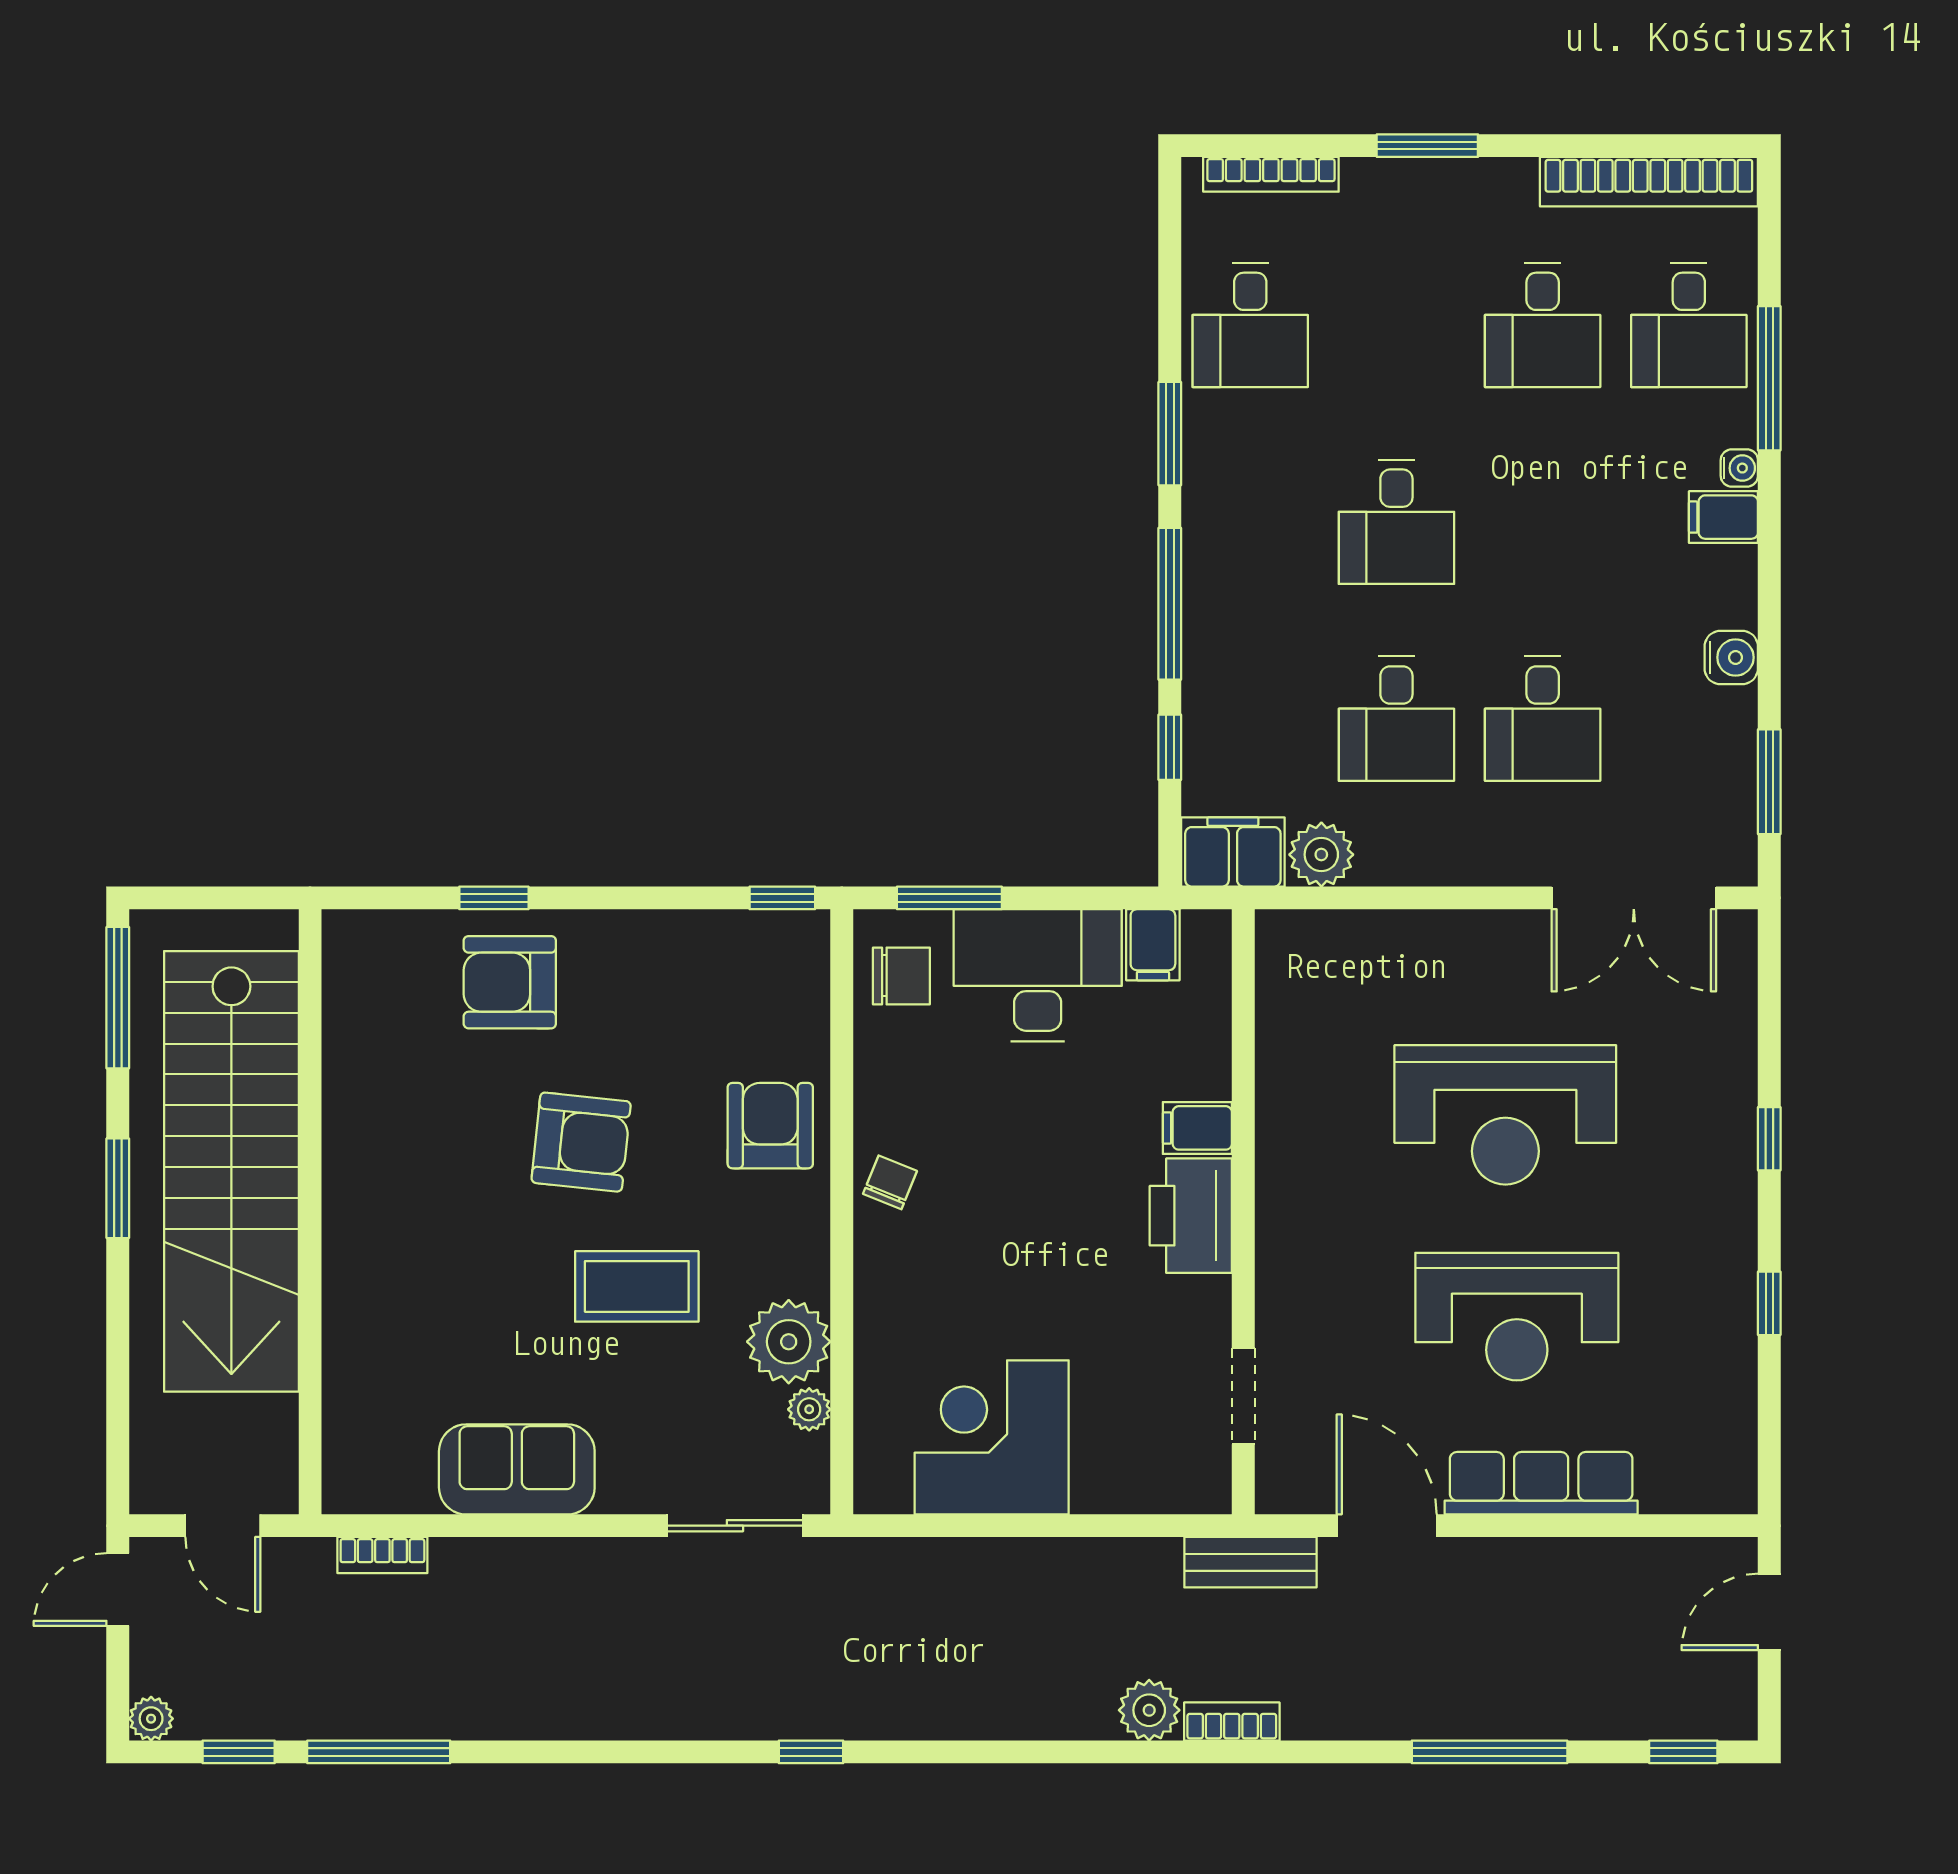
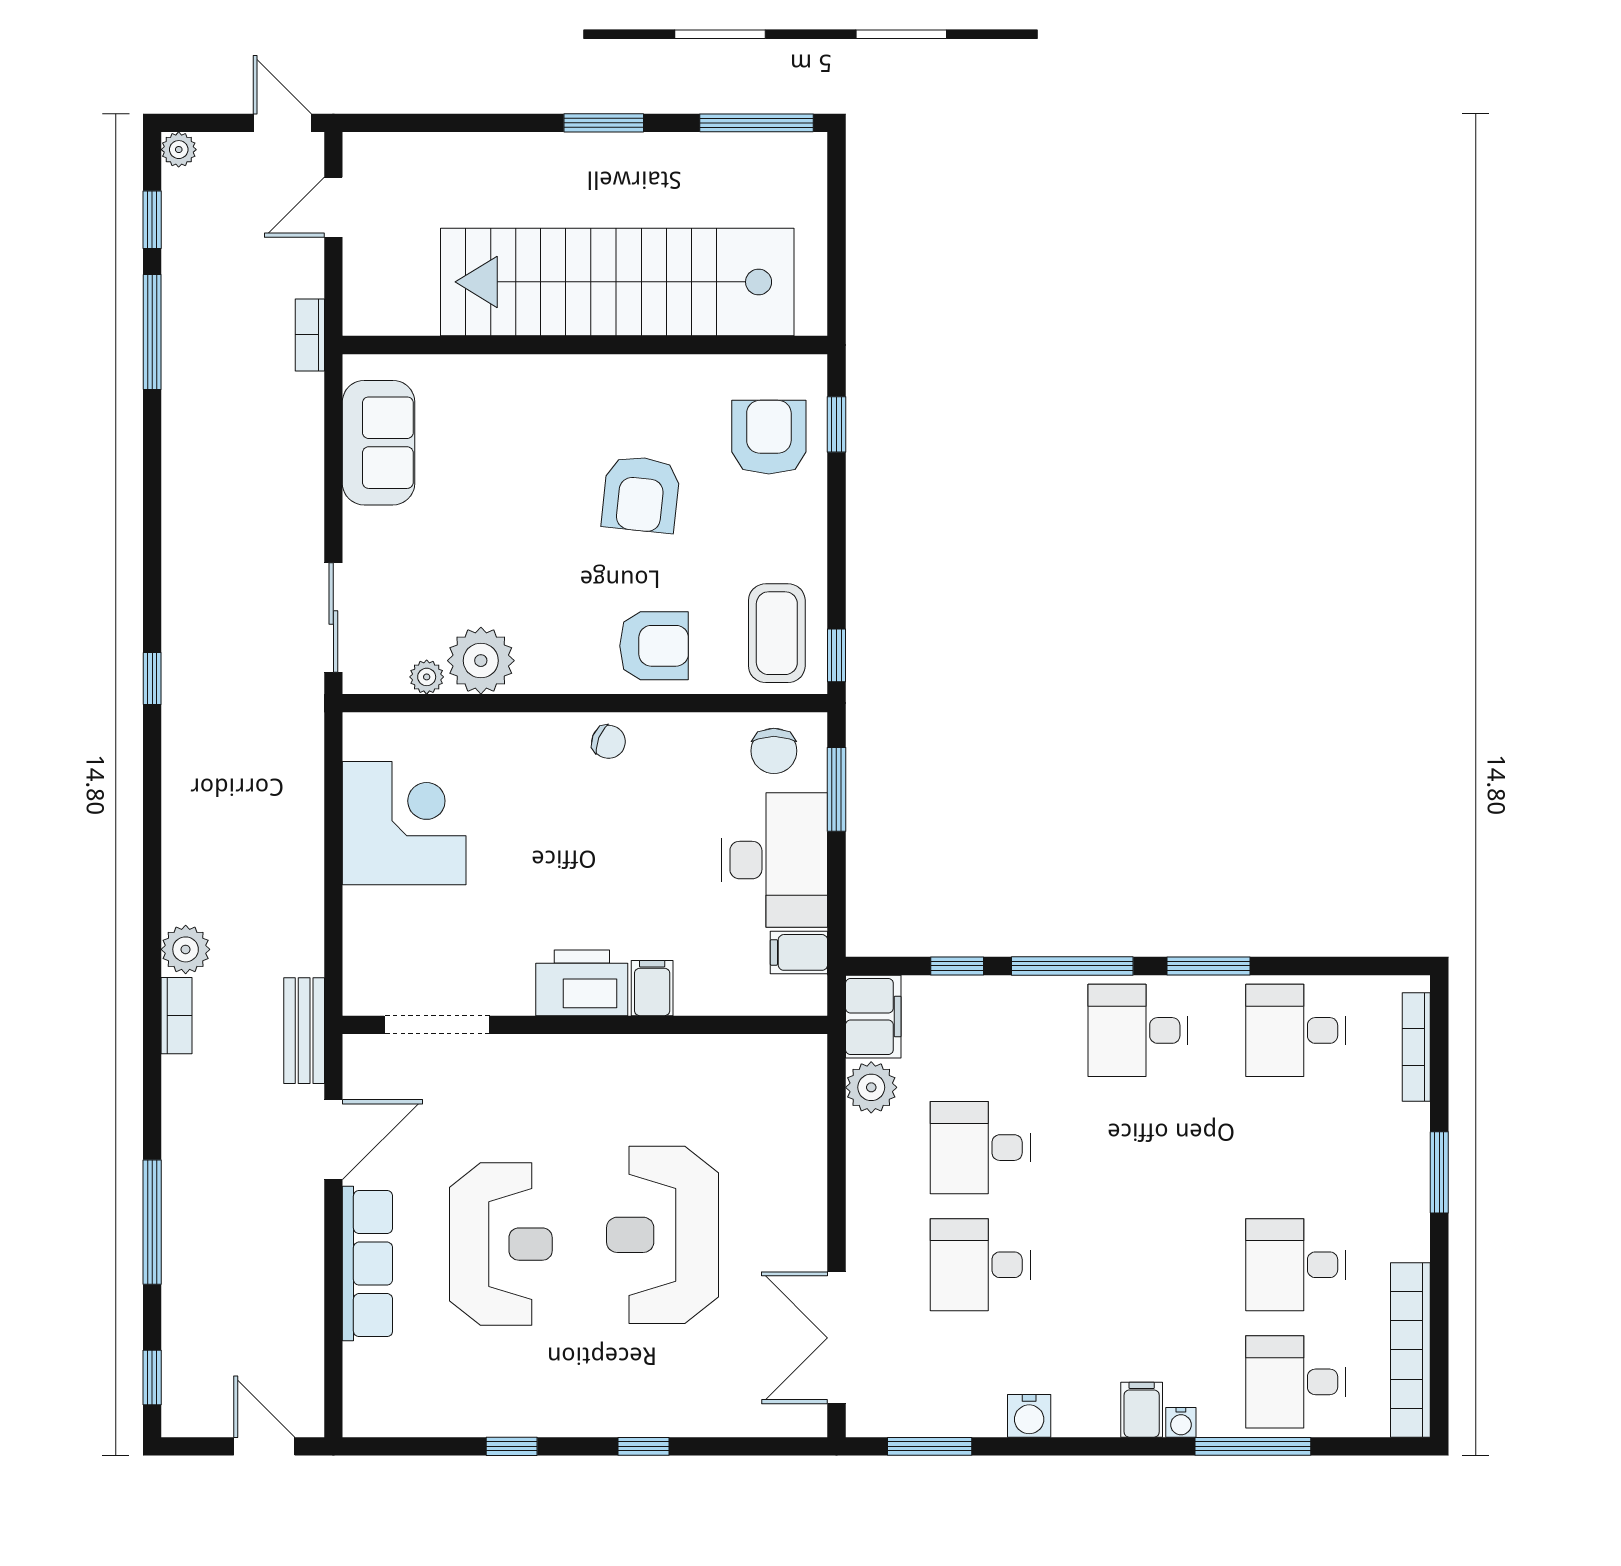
desk: (1396, 522) -> (1138, 1030), moved
stairs: (231, 1171) -> (617, 282), moved
wall: (310, 1212) -> (585, 345), moved
coffee table: (637, 1286) -> (777, 633), moved
reception desk: (1517, 1317) -> (501, 1244), turned 180
doorway: (1243, 1396) -> (437, 1025), width x1.38

